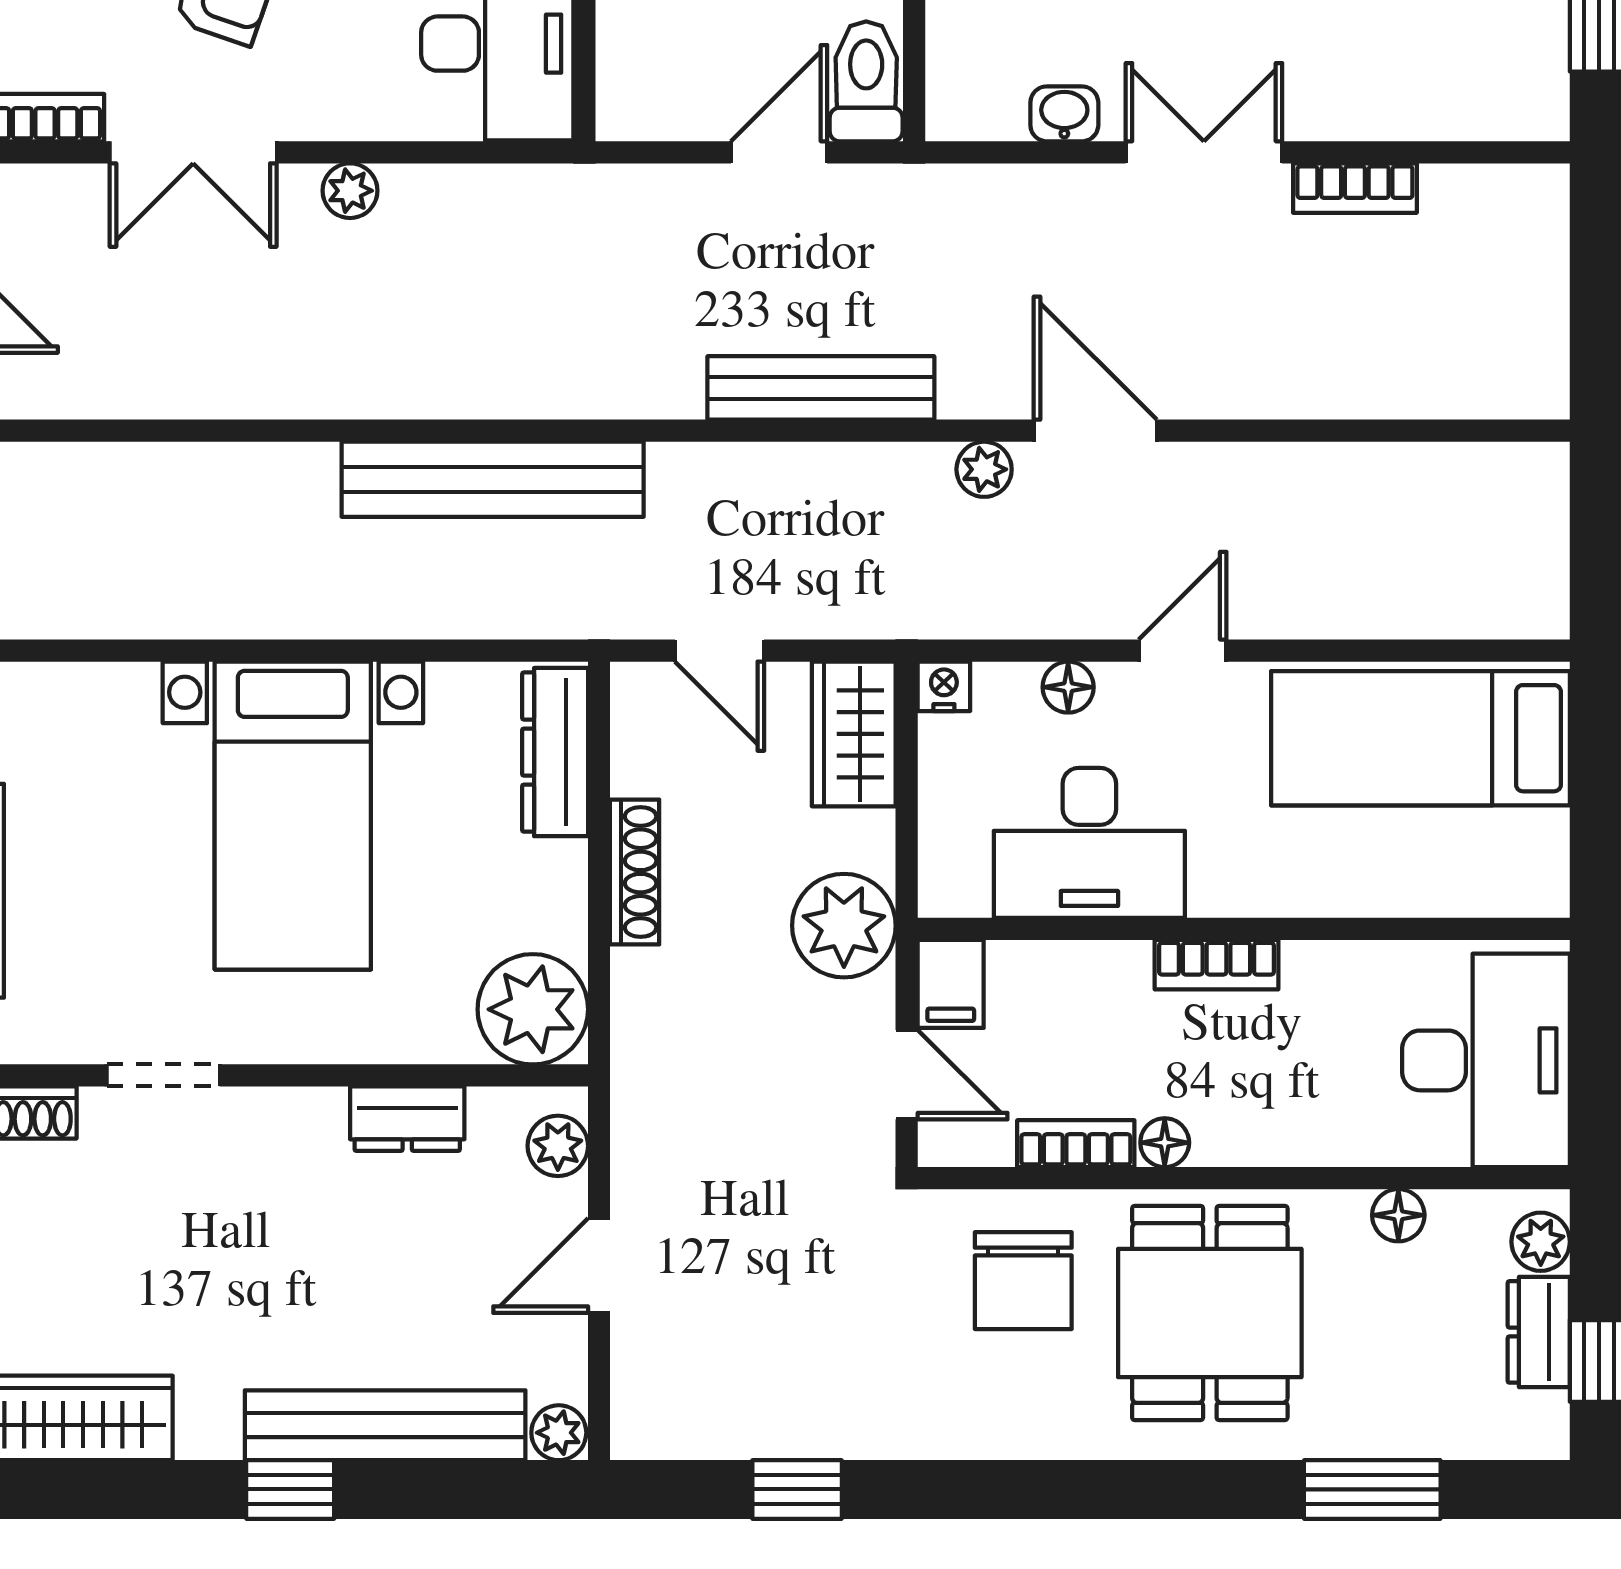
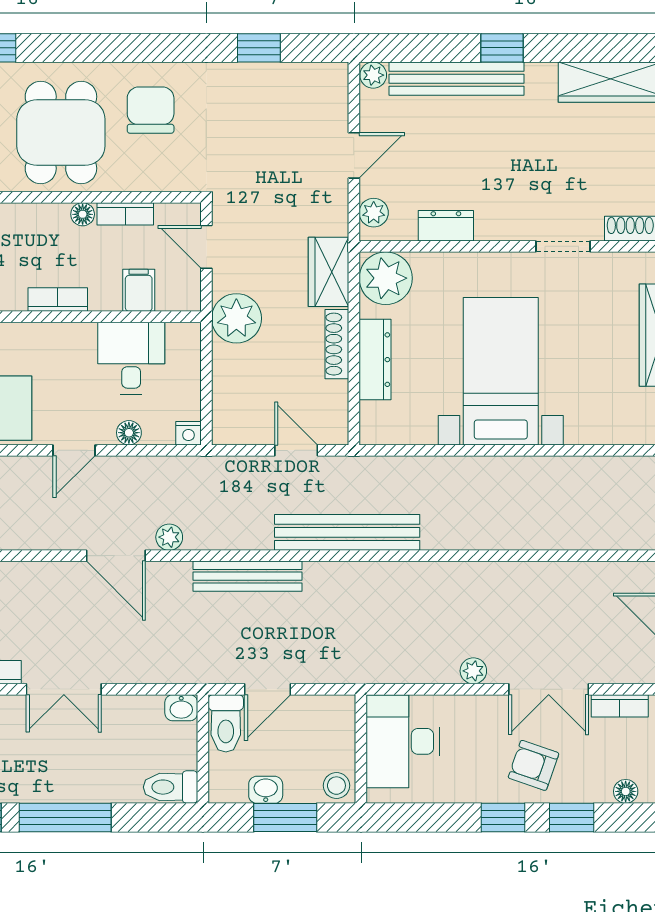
washbasin: (1064, 114) -> (181, 708), moved
double door: (193, 152) -> (549, 689), swing flipped
bench: (493, 479) -> (347, 532), moved
wardrobe: (854, 734) -> (329, 272), moved, turned 180
dresser: (555, 752) -> (375, 360), moved
desk: (1089, 843) -> (131, 358), width x0.73
filing cabinet: (951, 984) -> (139, 290), moved
chair: (1023, 1281) -> (151, 110), moved

